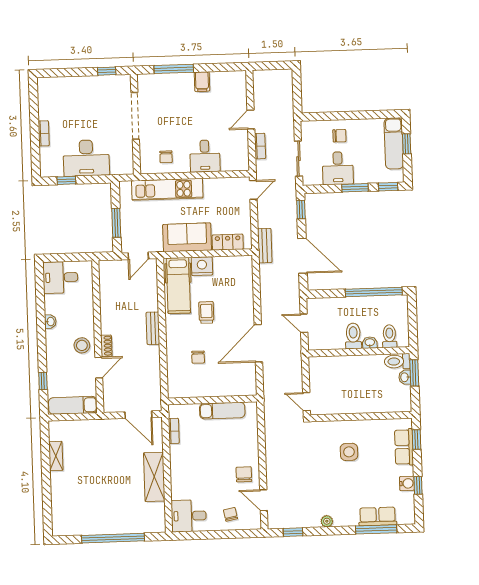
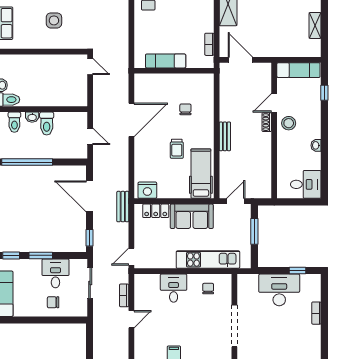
nightstand: (202, 266) -> (147, 190), moved

